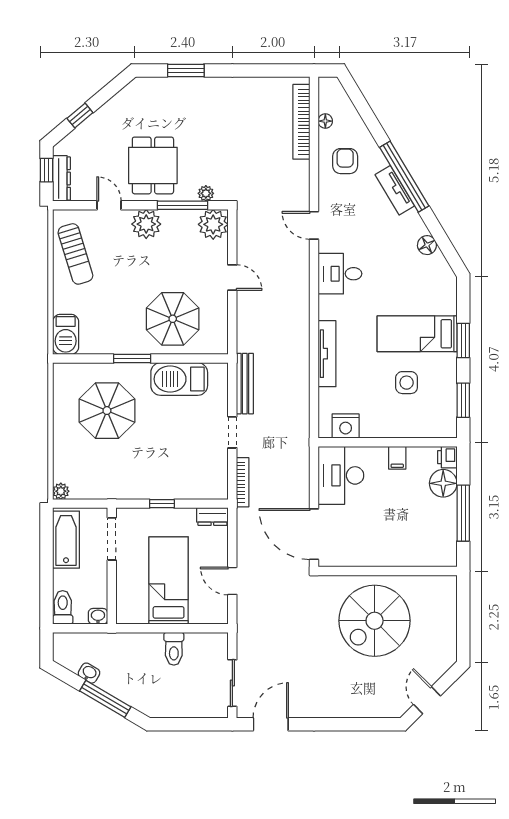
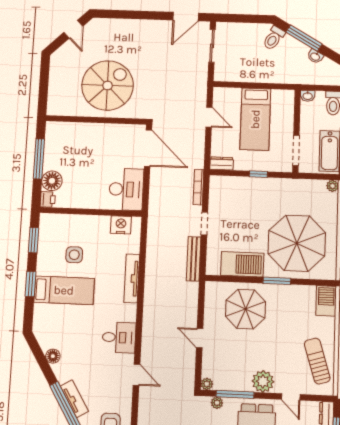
plant: (213, 224) -> (207, 384), width x0.53, depth x0.53
parasol: (107, 411) -> (297, 243), width x1.36, depth x1.36
filing cabinet: (397, 458) -> (84, 200), removed
toilet: (174, 649) -> (274, 38), moved, turned -150

